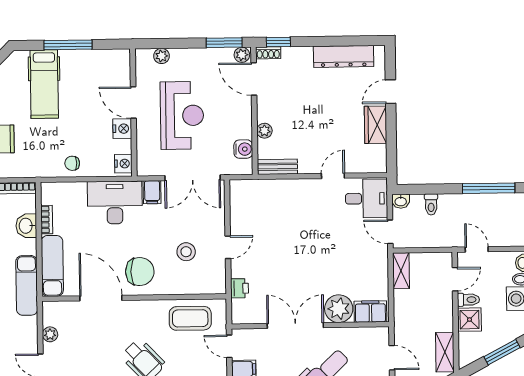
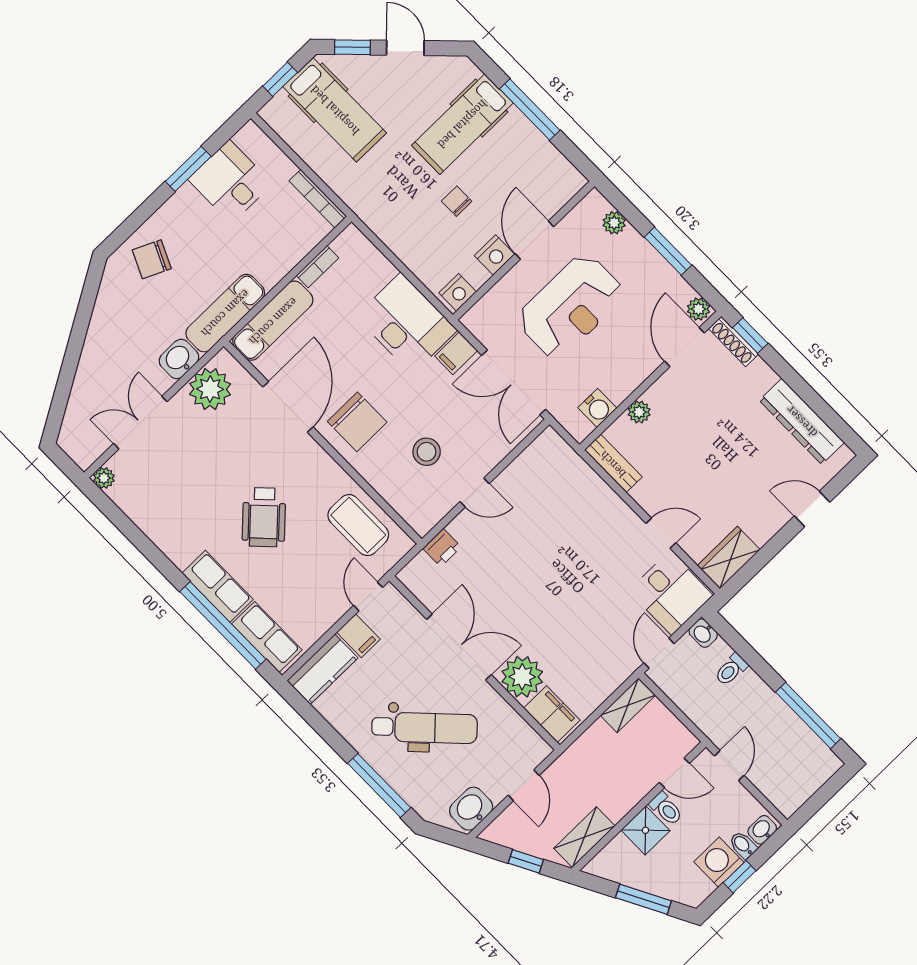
window: (224, 43) -> (668, 251), moved
shoe rack: (268, 53) -> (733, 341), width x1.43
wardrobe: (375, 125) -> (729, 558), moved
chair: (72, 163) -> (457, 201), moved
washbasin: (26, 226) -> (179, 359), moved
plant: (50, 334) -> (210, 389), width x1.87, depth x1.87

